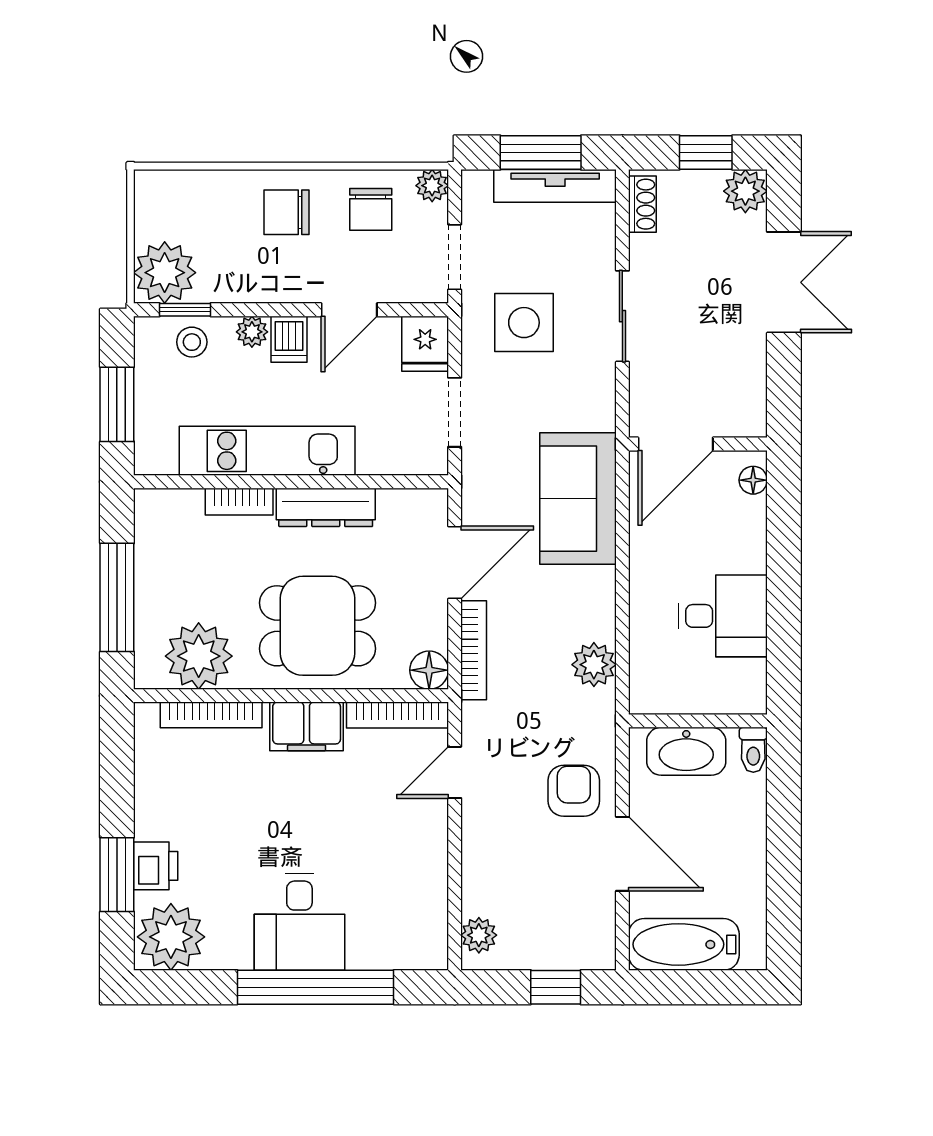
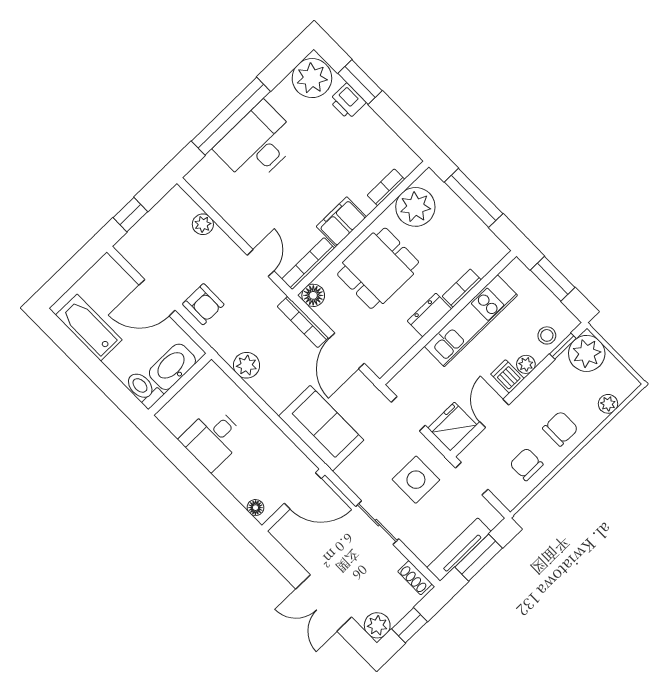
plant: (432, 186) -> (608, 404), moved
fridge: (425, 344) -> (452, 427), width x1.38
door: (676, 444) -> (303, 491), swing flipped
dresser: (326, 507) -> (429, 315), width x0.70
bookcase: (211, 715) -> (386, 187), width x0.64
toilet: (753, 750) -> (144, 389), width x1.37, depth x1.39
desk: (299, 922) -> (257, 144), width x1.37
plant: (479, 935) -> (203, 224), moved
bathtub: (684, 944) -> (89, 327), moved, turned -90

